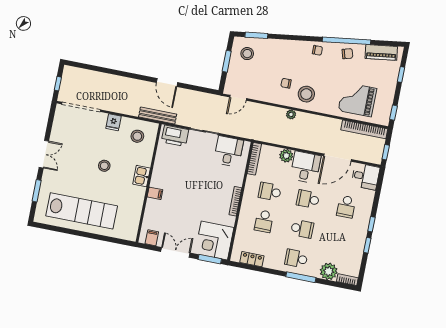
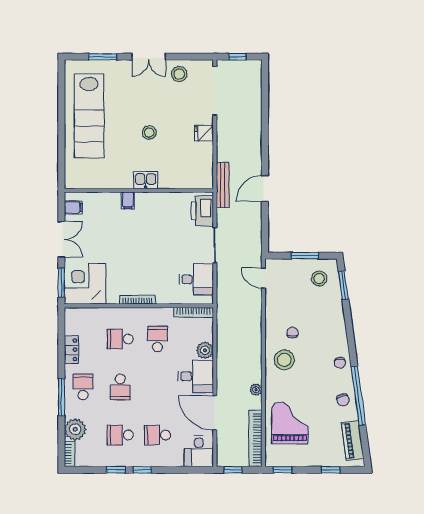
plant: (291, 114) -> (256, 390), moved
stool: (137, 136) -> (179, 74), moved
school desk: (308, 199) -> (120, 435), moved, turned -90
locker: (252, 259) -> (71, 350), moved

